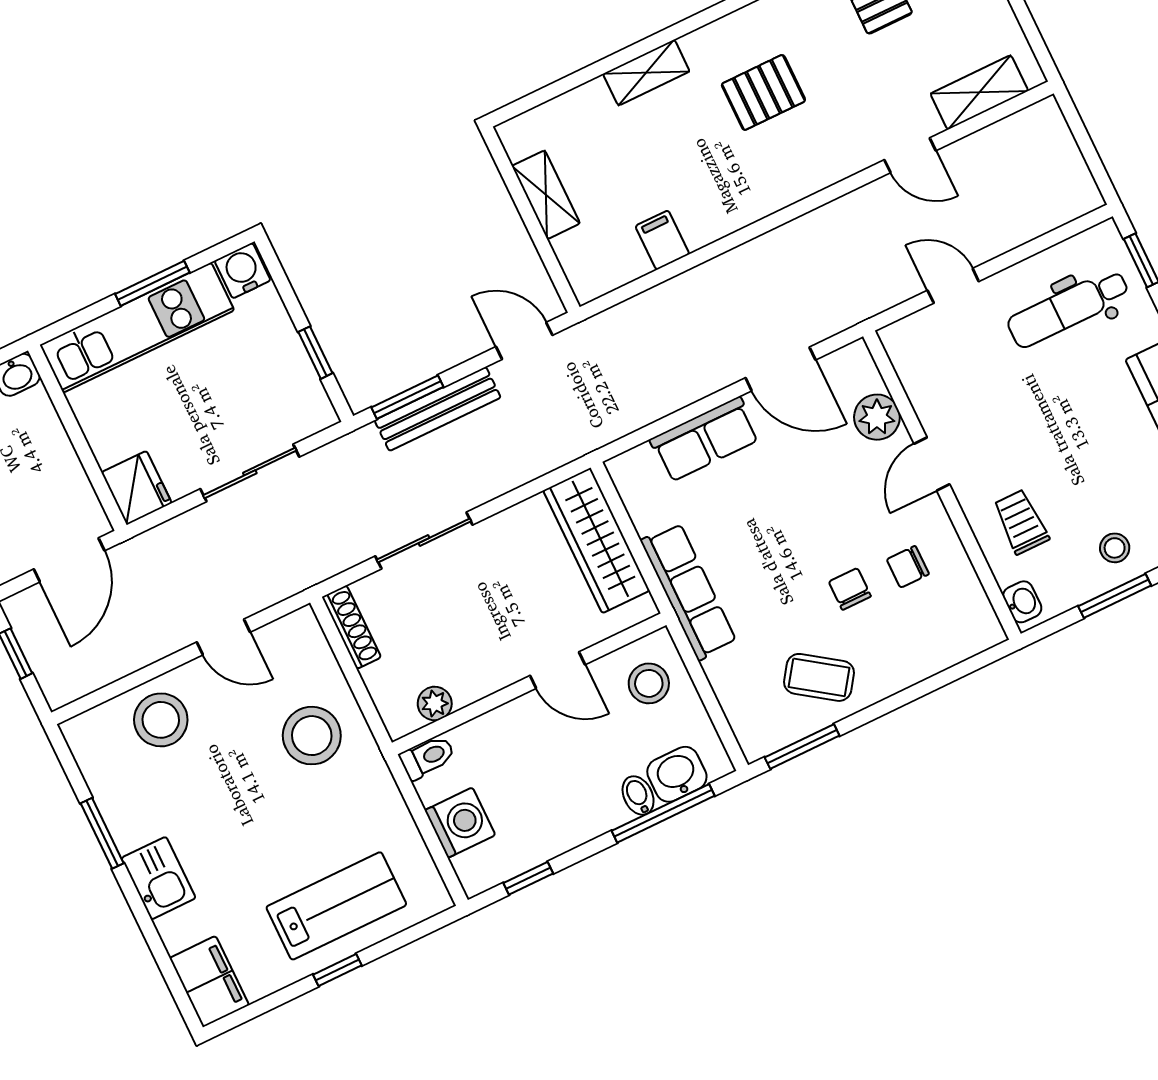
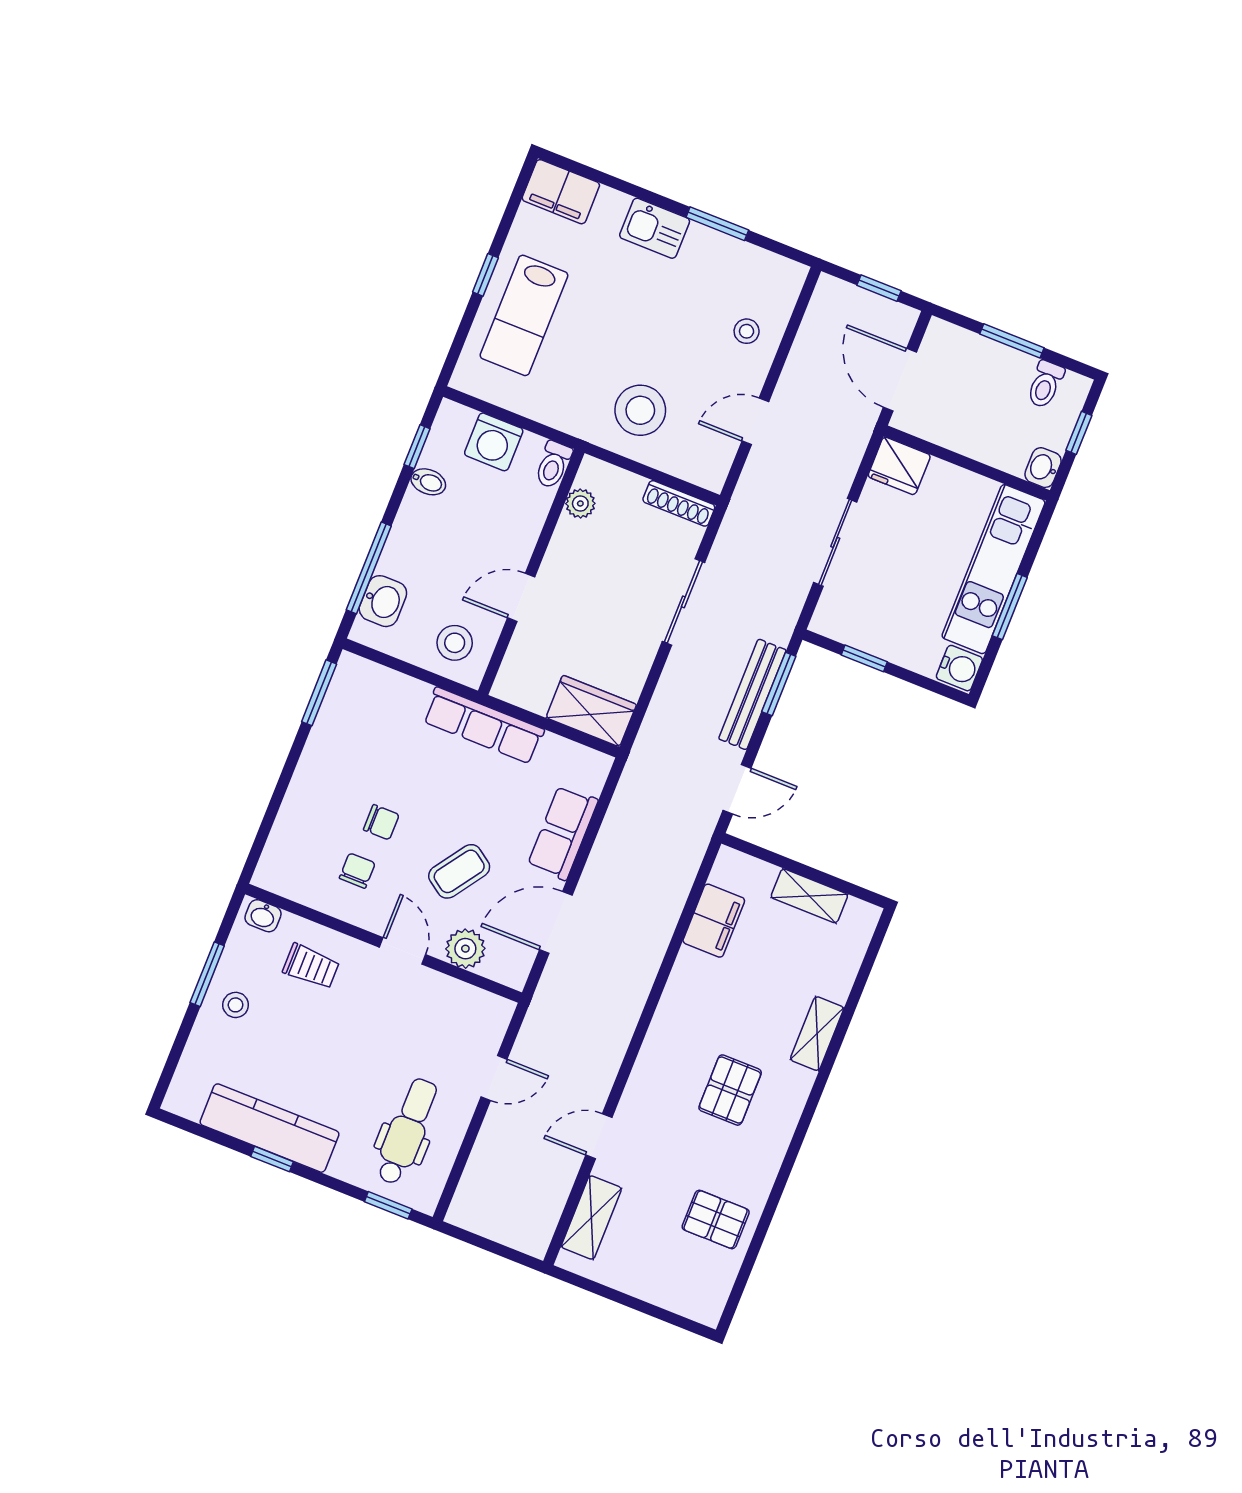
filing cabinet: (662, 240) -> (714, 921), width x2.00
wardrobe: (596, 541) -> (591, 711), width x0.67
coffee table: (819, 677) -> (459, 871), moved
stool: (161, 720) -> (747, 331), width x0.53, depth x0.53
bidet: (638, 796) -> (428, 482), moved

